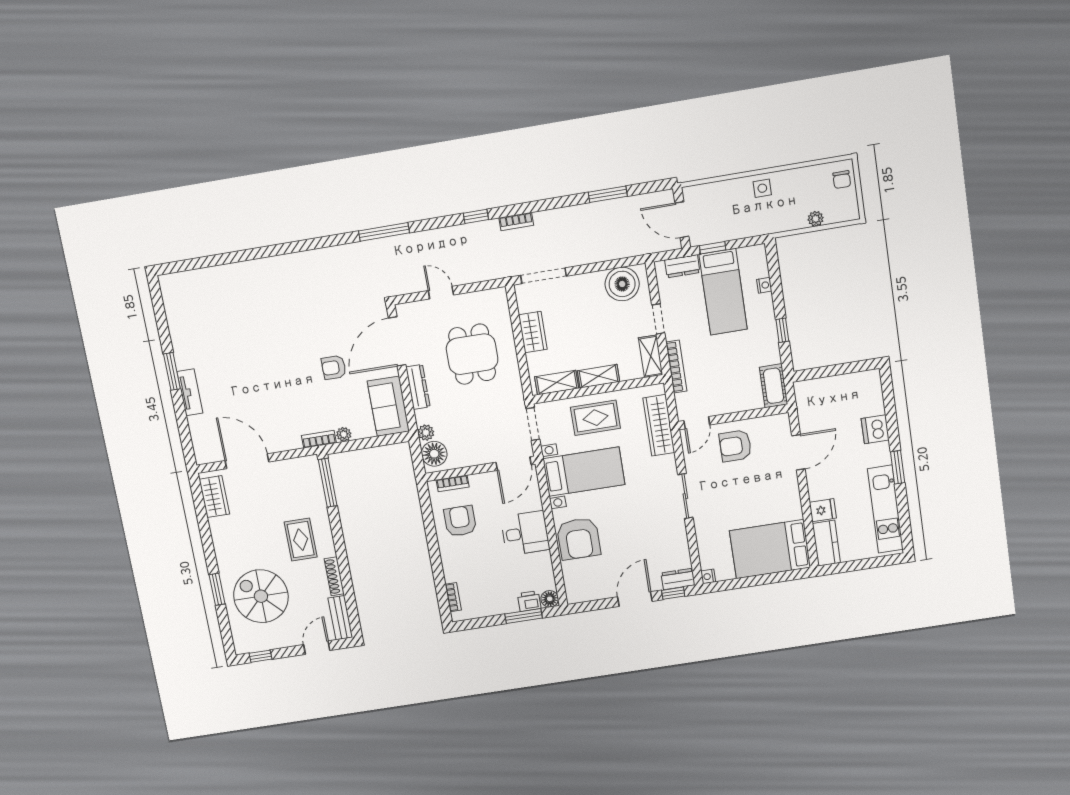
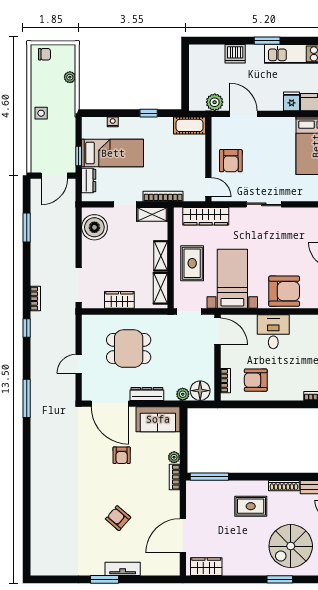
armchair: (253, 376) -> (118, 518), added
plant: (808, 413) -> (215, 102), added

